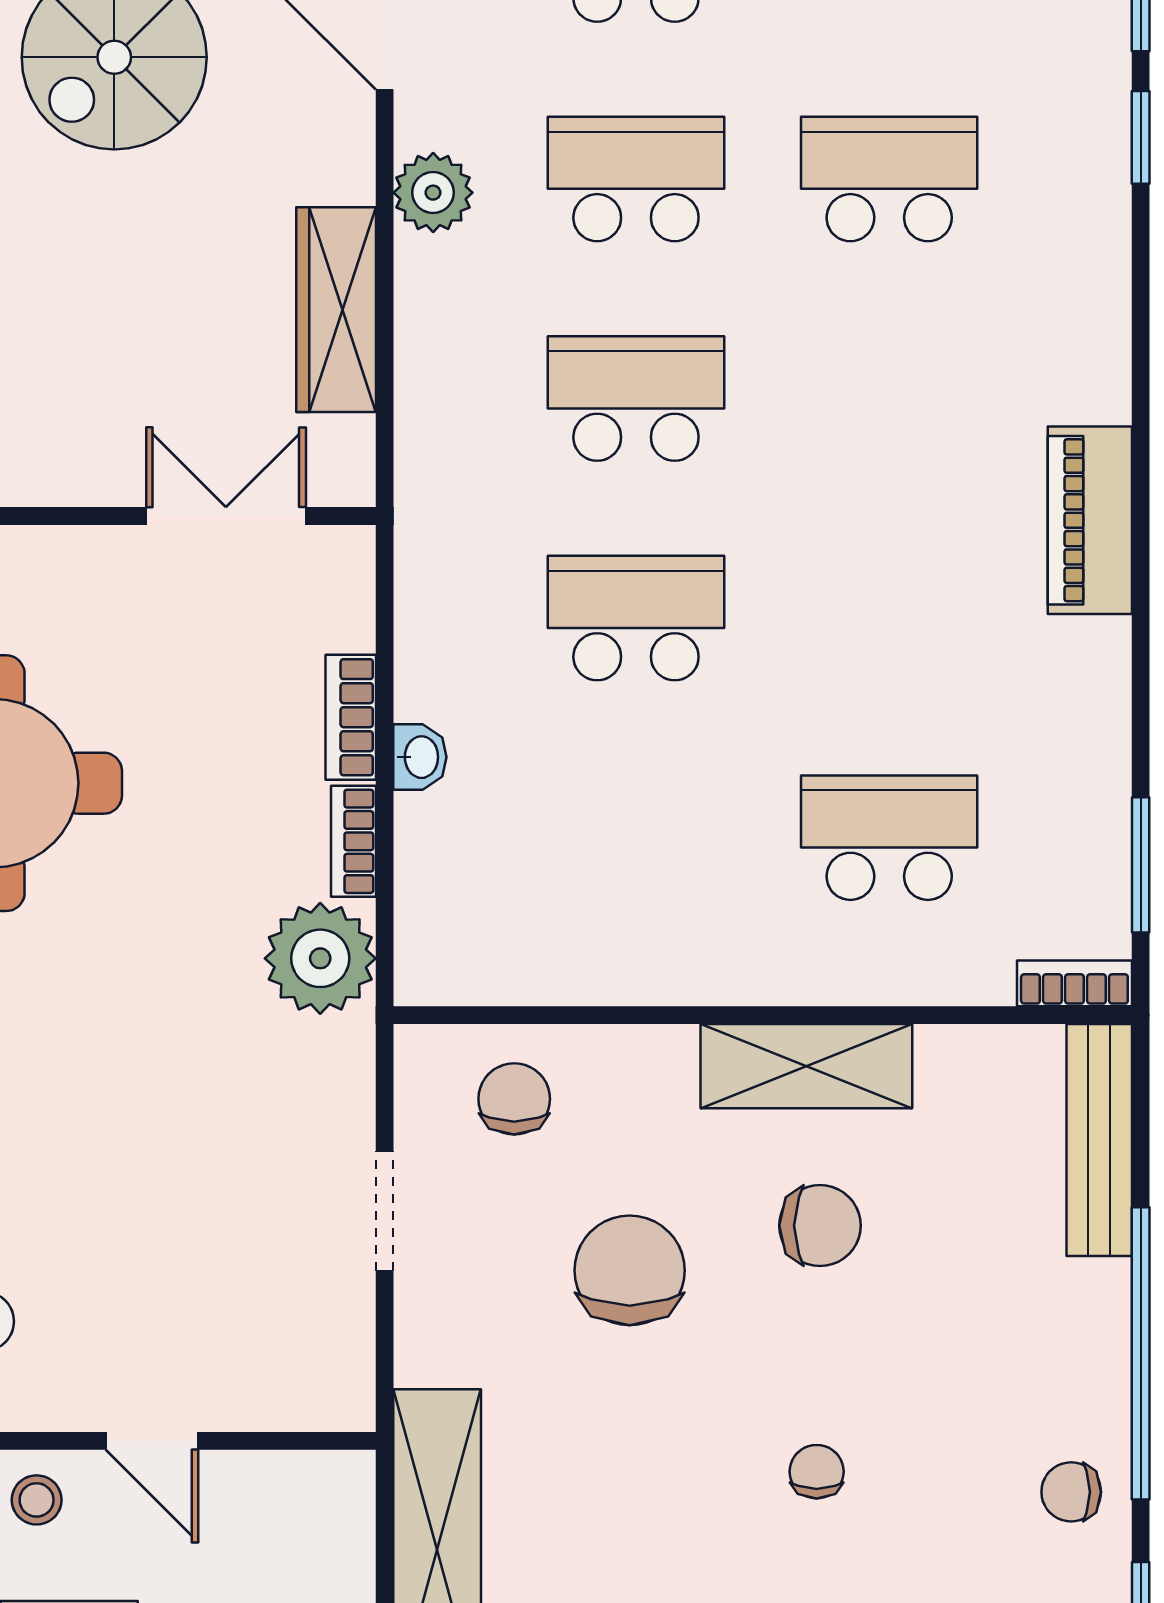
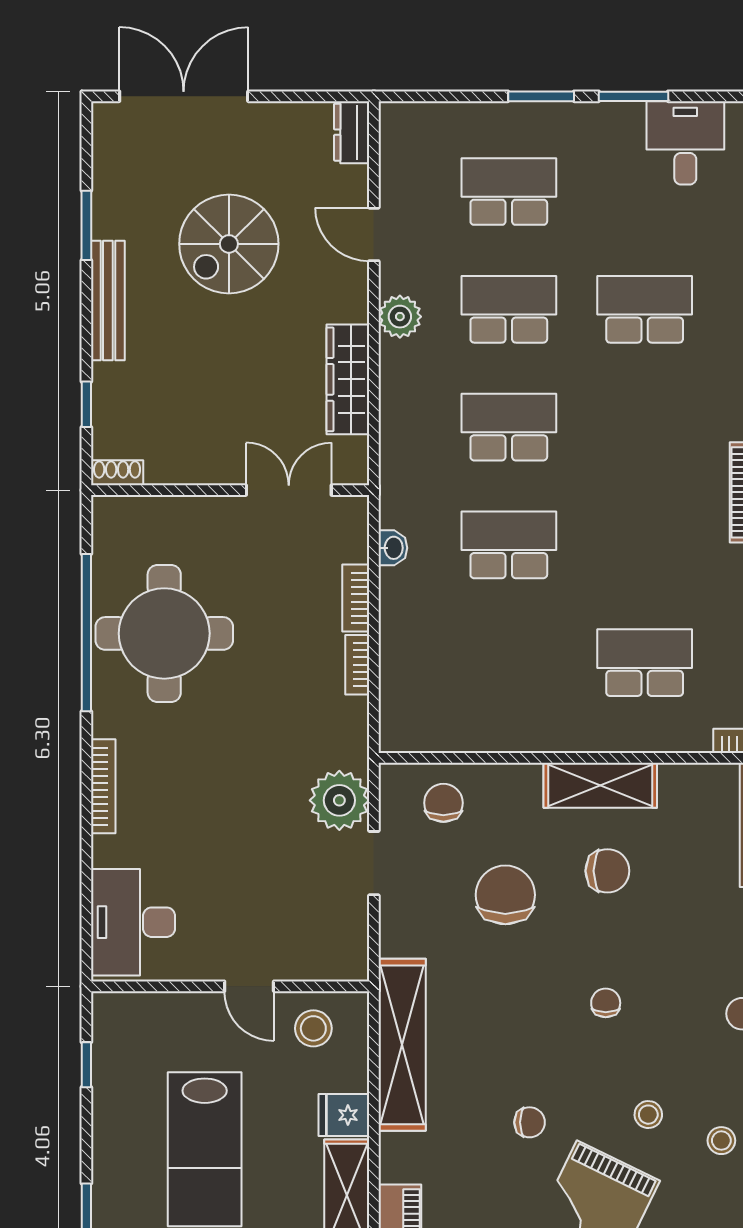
washbasin: (420, 757) -> (393, 548), moved
plant: (320, 958) -> (339, 800), moved
stool: (37, 1500) -> (313, 1028), moved, width x1.37, depth x1.37

